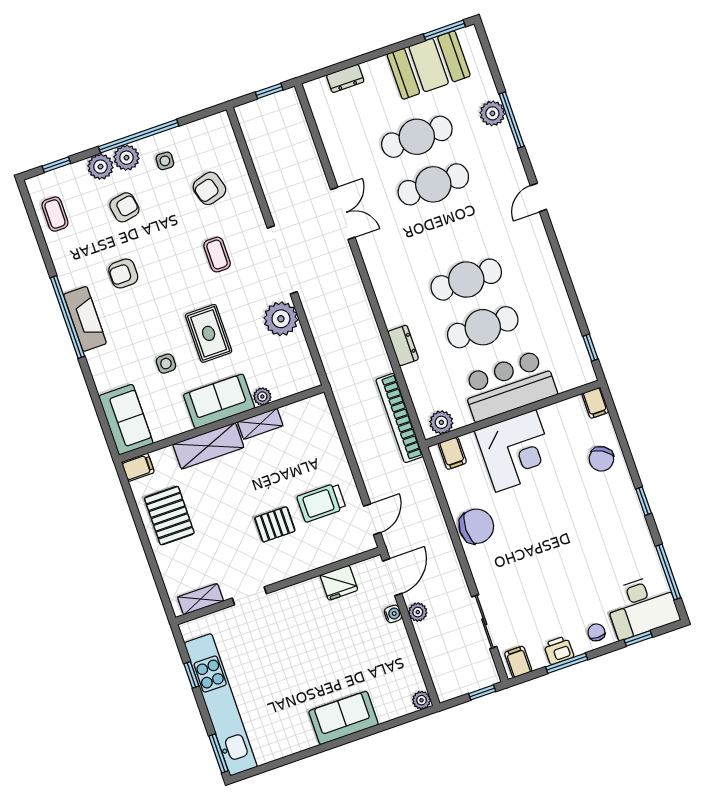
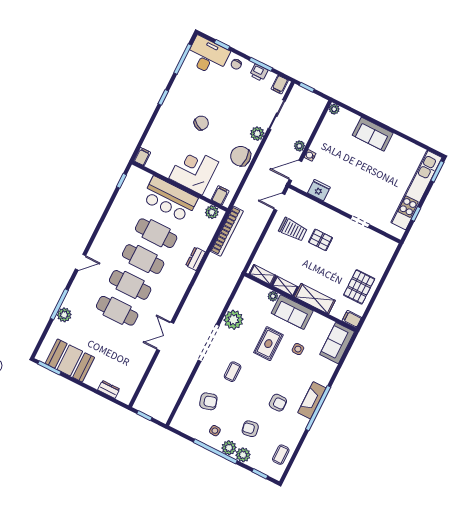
cafe table: (417, 137) -> (130, 285), moved
chair: (601, 459) -> (201, 123), moved
plant: (484, 574) -> (257, 134), added
shelving: (201, 599) -> (262, 275), moved

